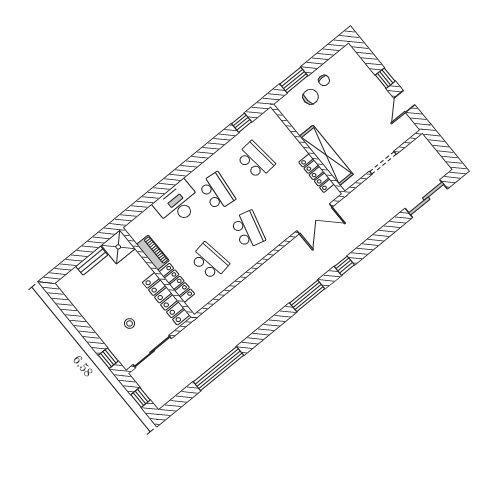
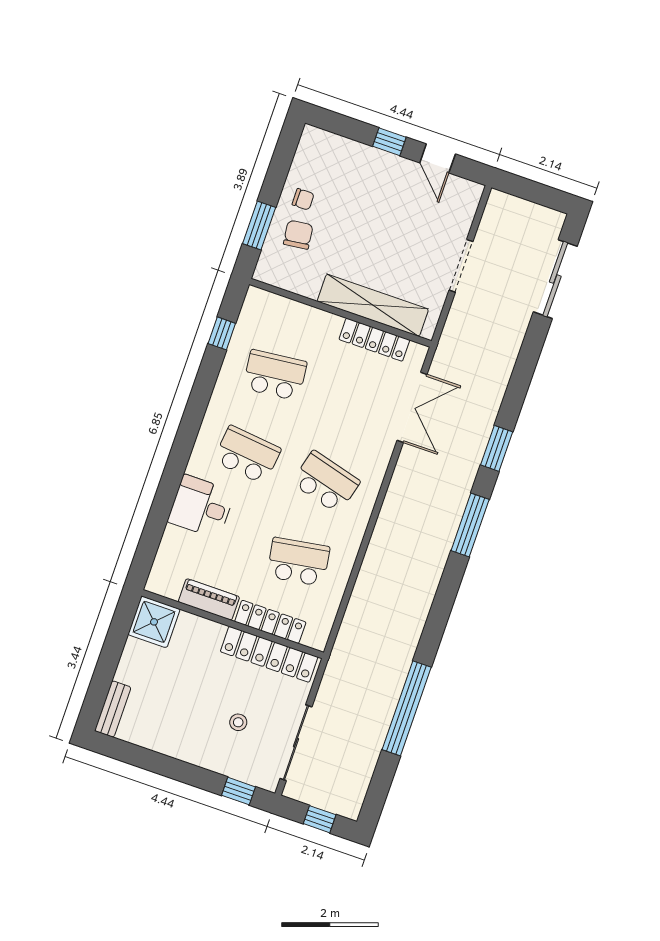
desk: (178, 204) -> (201, 507), width x0.73
bench: (92, 261) -> (113, 709), moved
window: (344, 266) -> (497, 448), width x1.50

